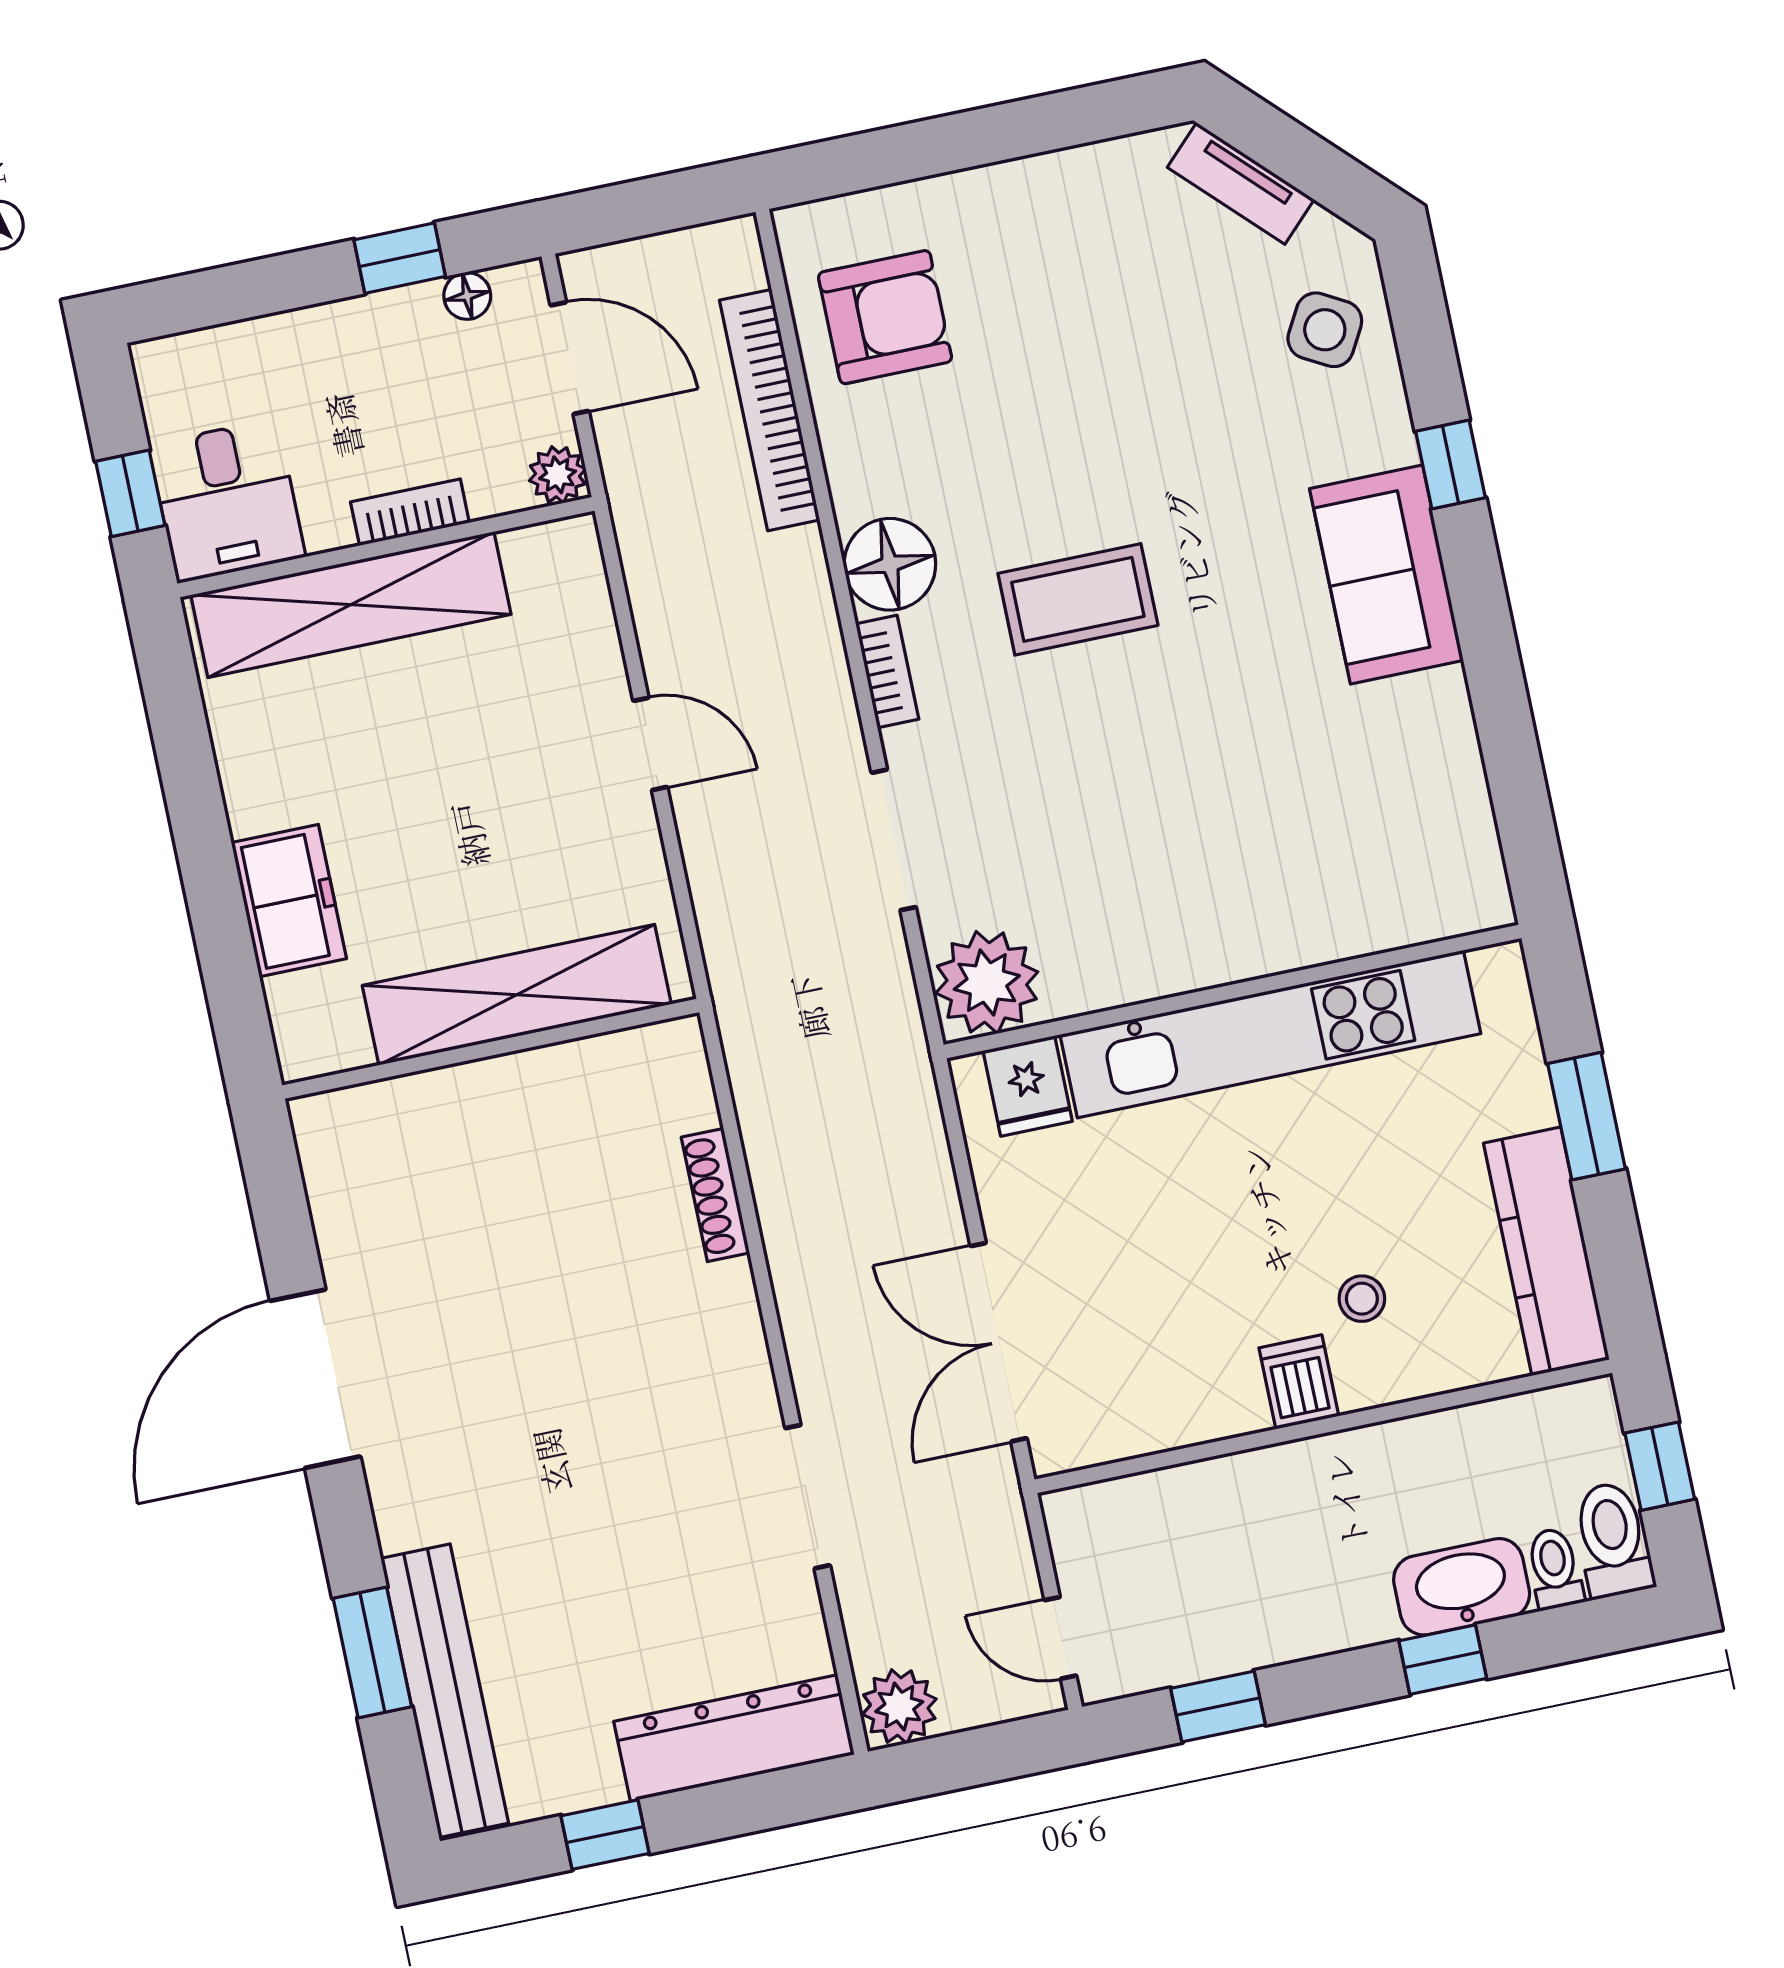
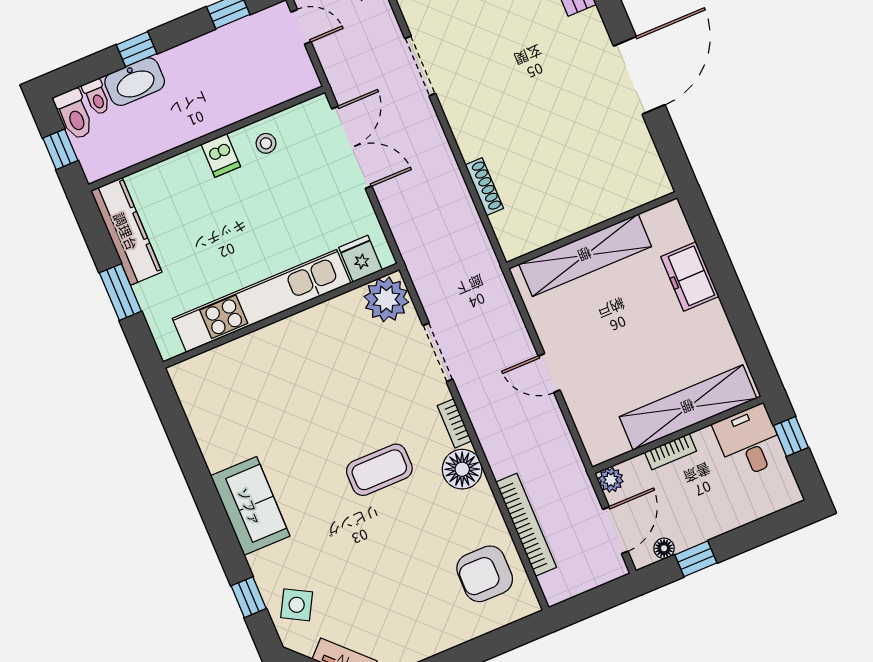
door: (570, 358) -> (615, 530), swing flipped
window: (1450, 464) -> (249, 597), moved
stool: (1362, 1299) -> (266, 143), moved

